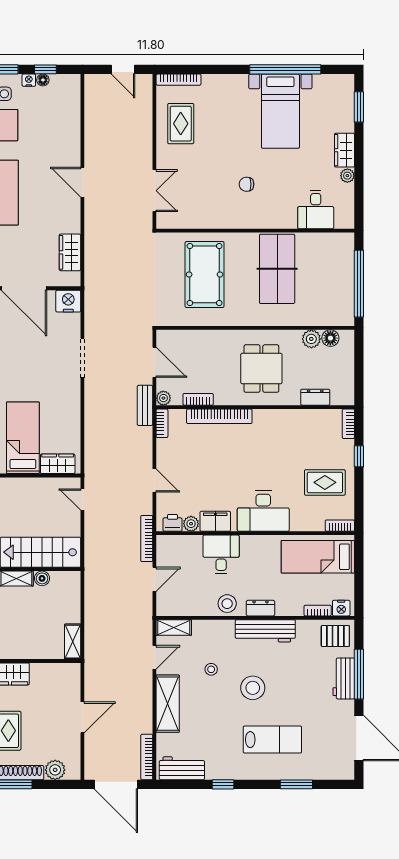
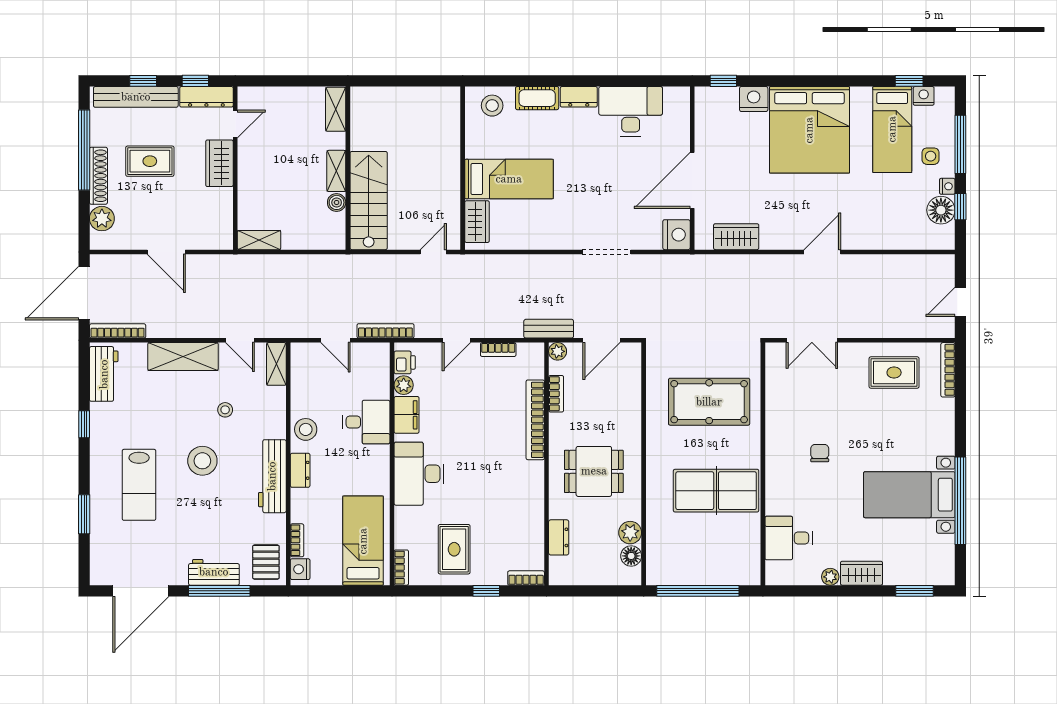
floor lamp: (43, 80) -> (941, 210), width x1.89, depth x1.89
bookcase: (162, 423) -> (498, 350), moved

